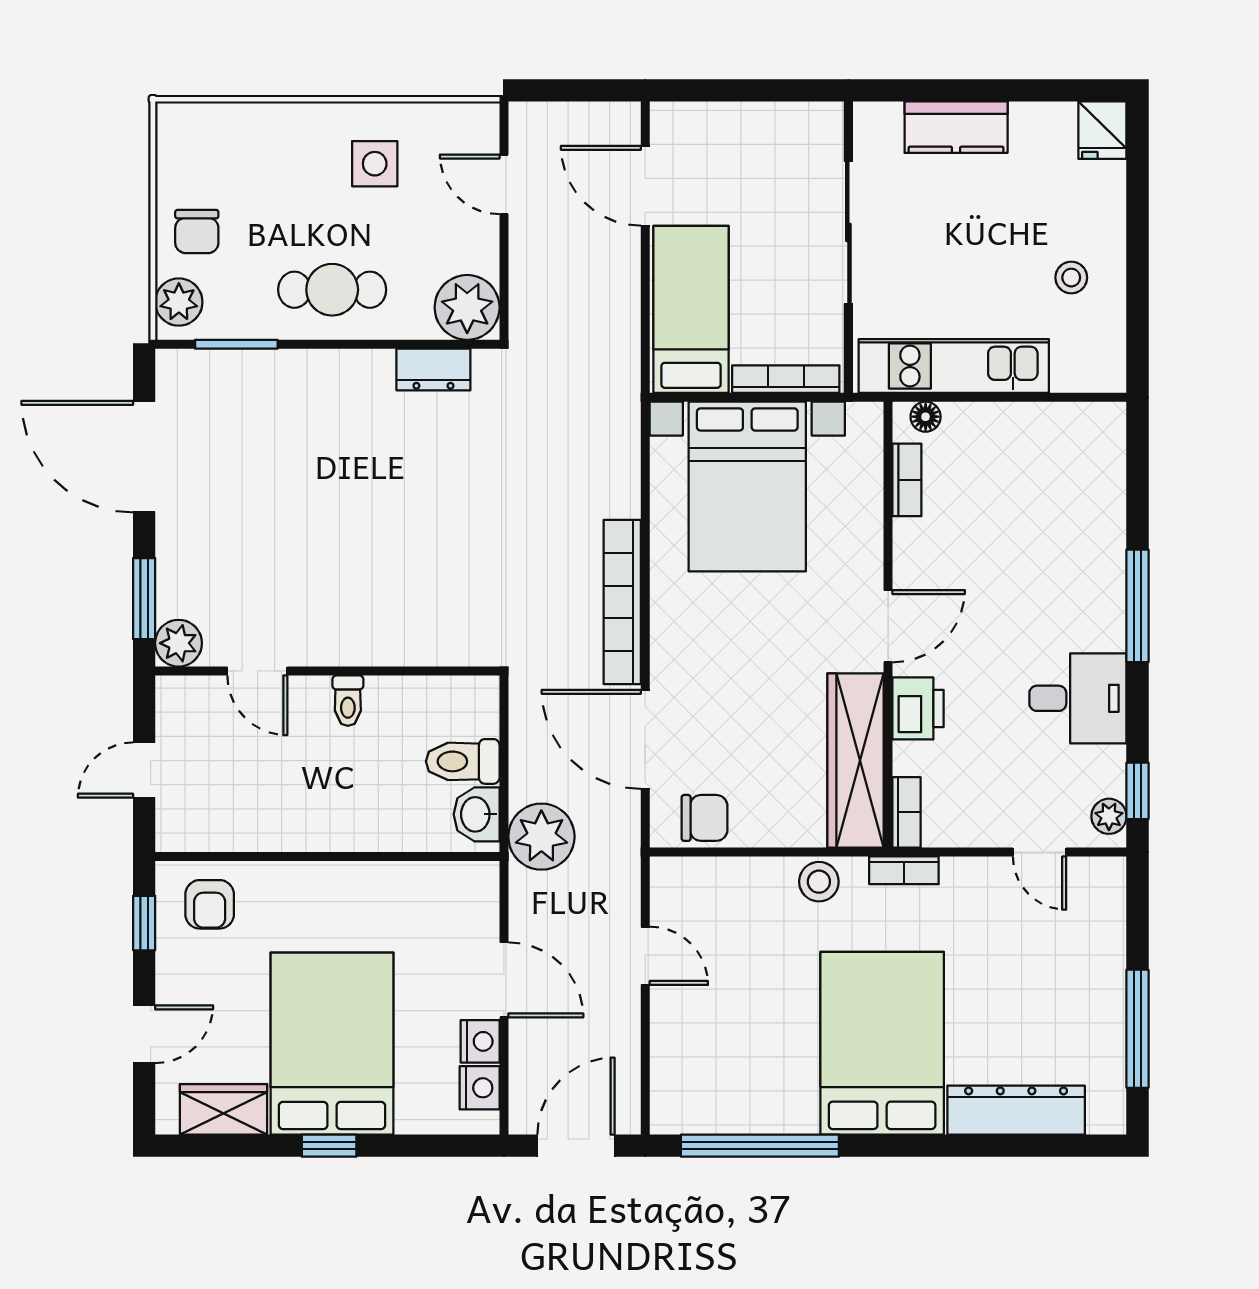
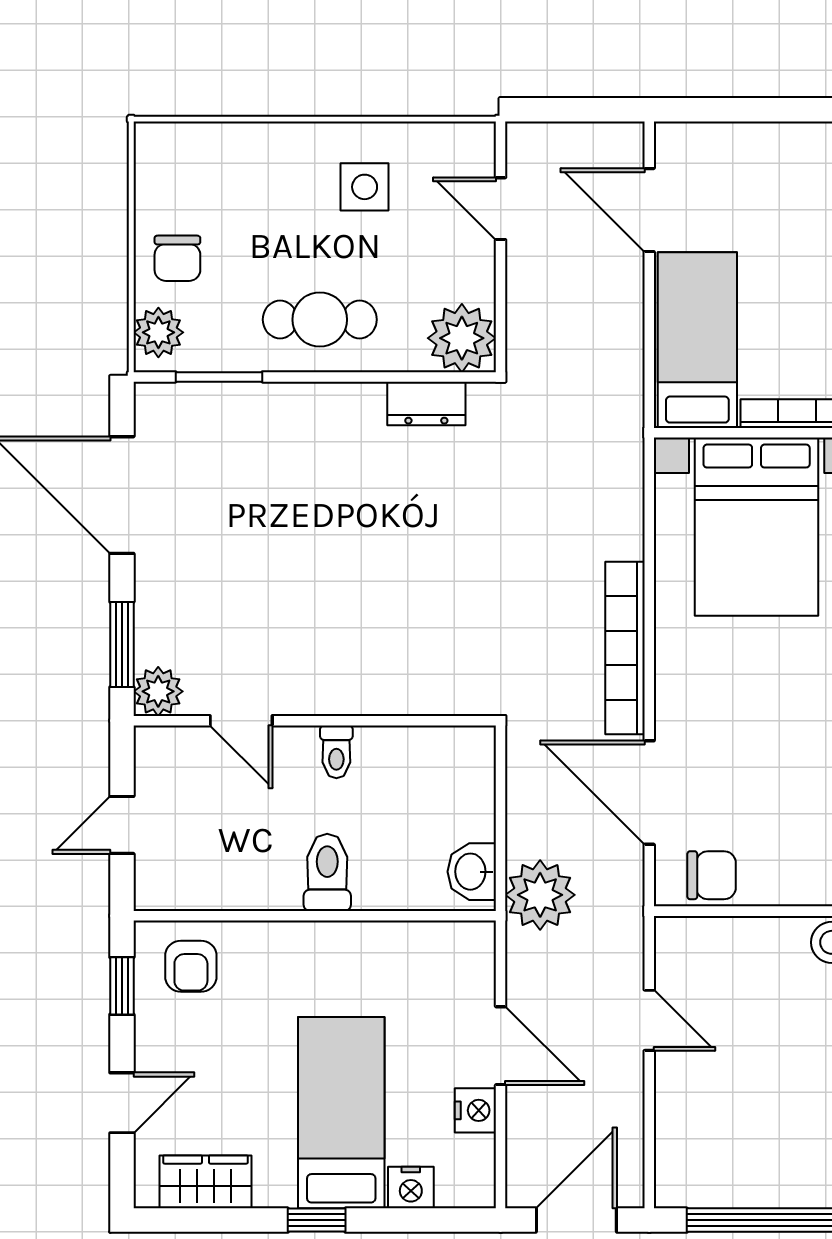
toilet: (463, 761) -> (327, 872), moved, turned 90
bed: (332, 1044) -> (341, 1113), width x0.67
nightstand: (480, 1088) -> (411, 1187), moved, turned 90

